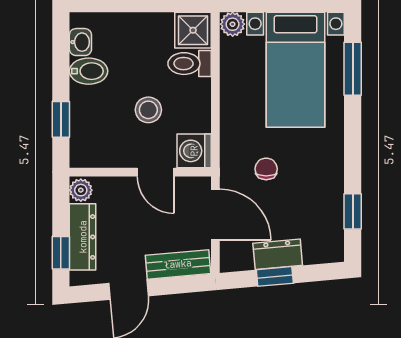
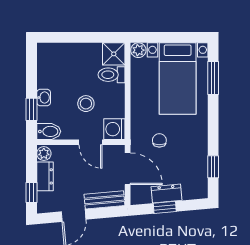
washbasin: (80, 42) -> (44, 97), moved
bidet: (89, 71) -> (49, 131), moved
dresser: (83, 237) -> (45, 176), width x0.70

